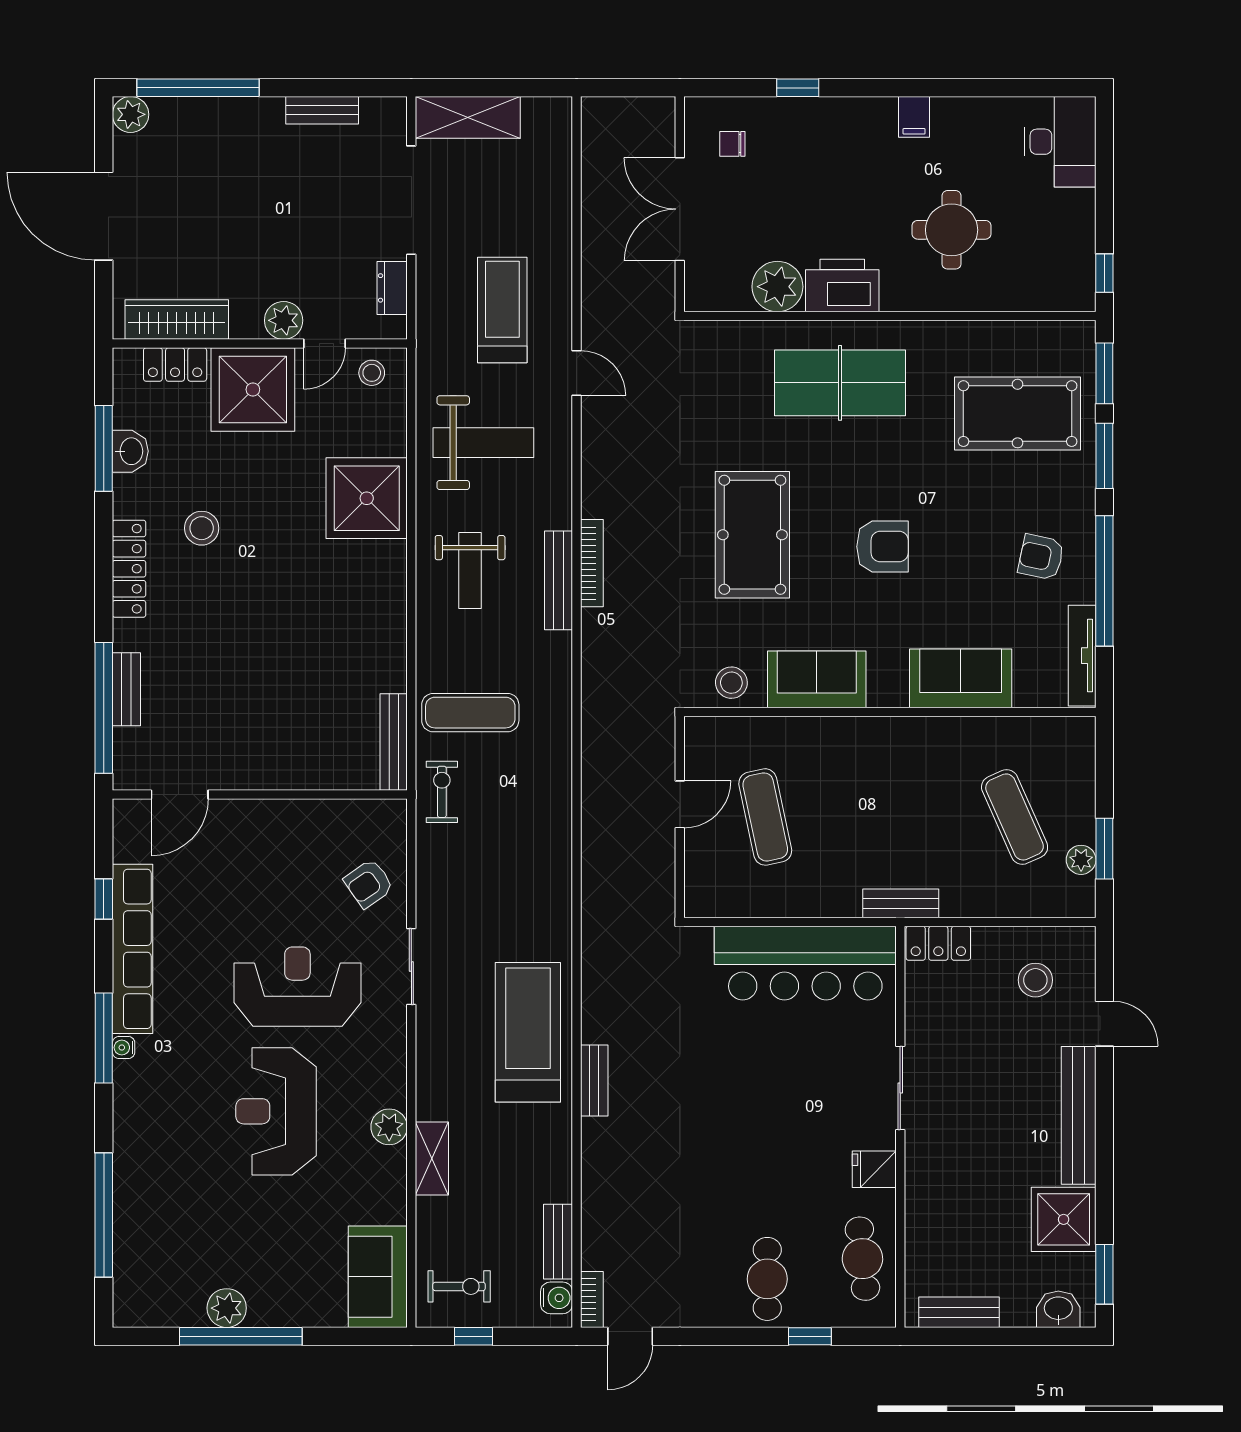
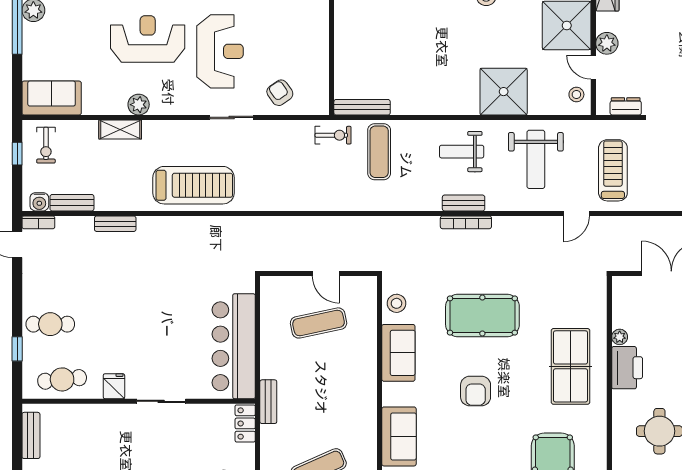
plant: (777, 287) -> (620, 337), width x0.53, depth x0.53
treadmill: (502, 310) -> (613, 170), turned -90
bench: (559, 580) -> (464, 203), width x0.73
bench: (594, 1080) -> (115, 224), moved

